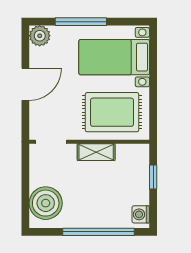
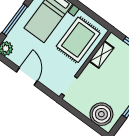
shelving: (96, 152) -> (102, 55), moved

